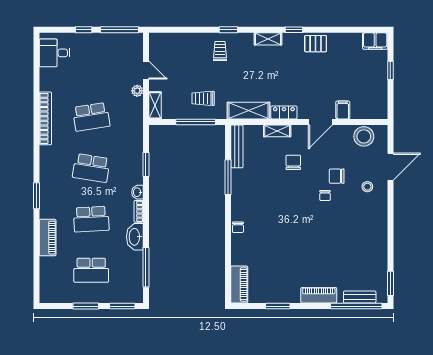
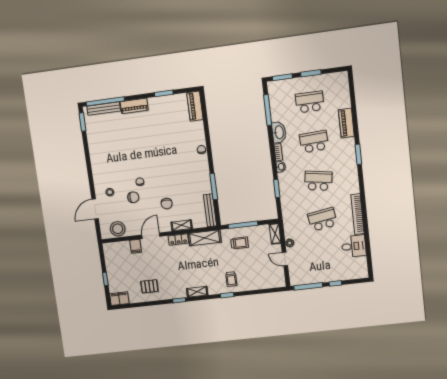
pallet: (316, 44) -> (149, 286), moved
desk: (55, 53) -> (354, 246), moved
bench: (360, 297) -> (104, 109), width x1.36

